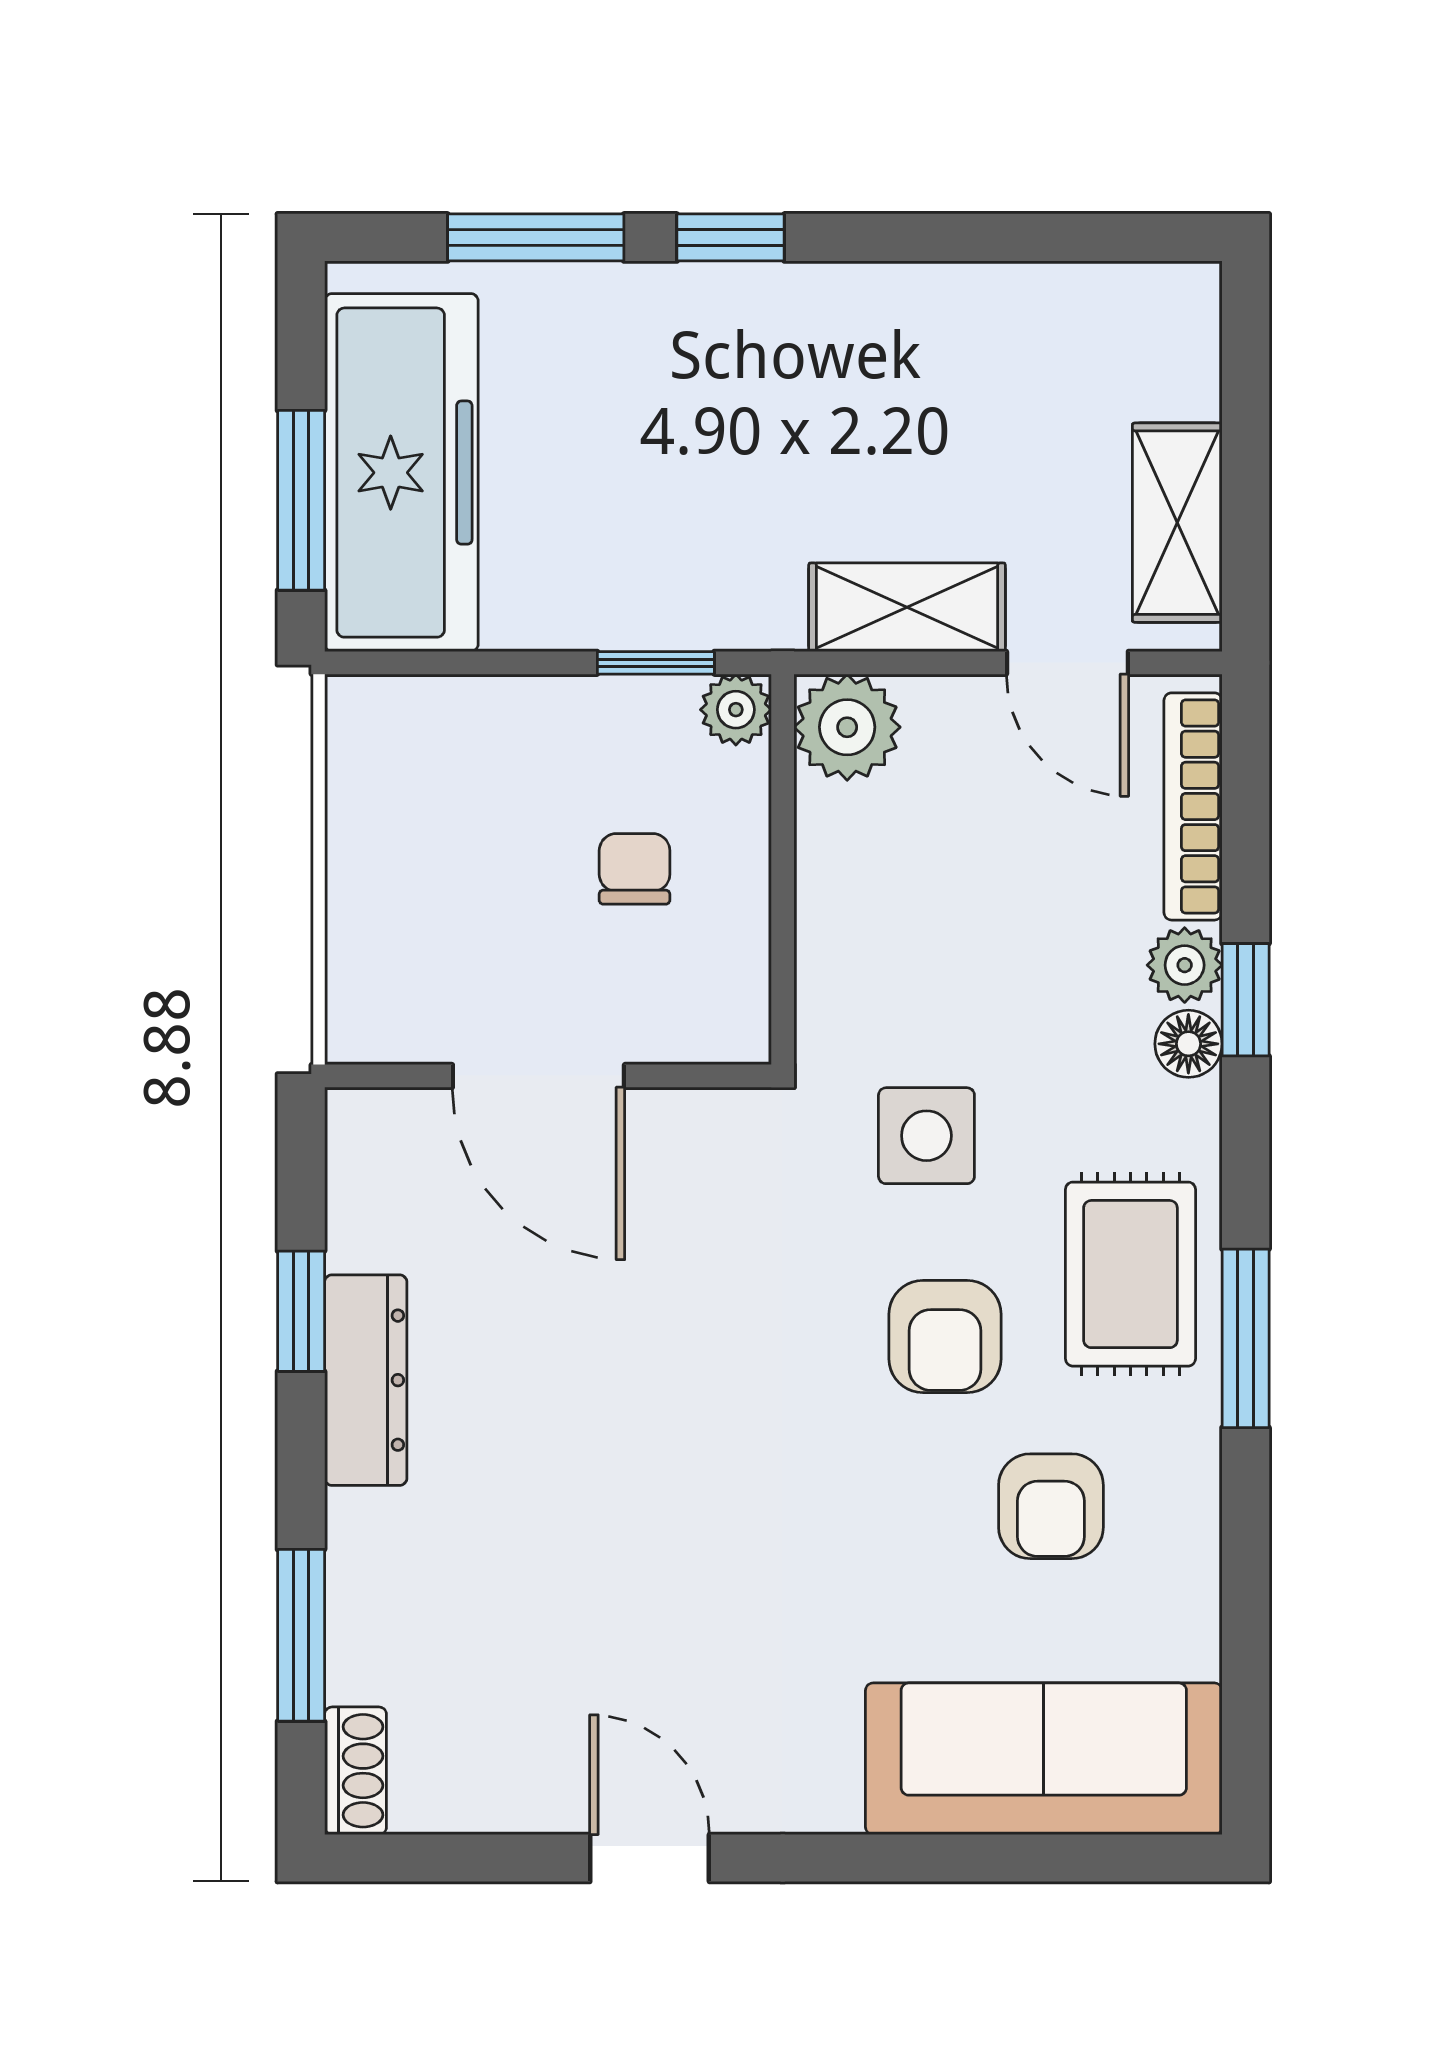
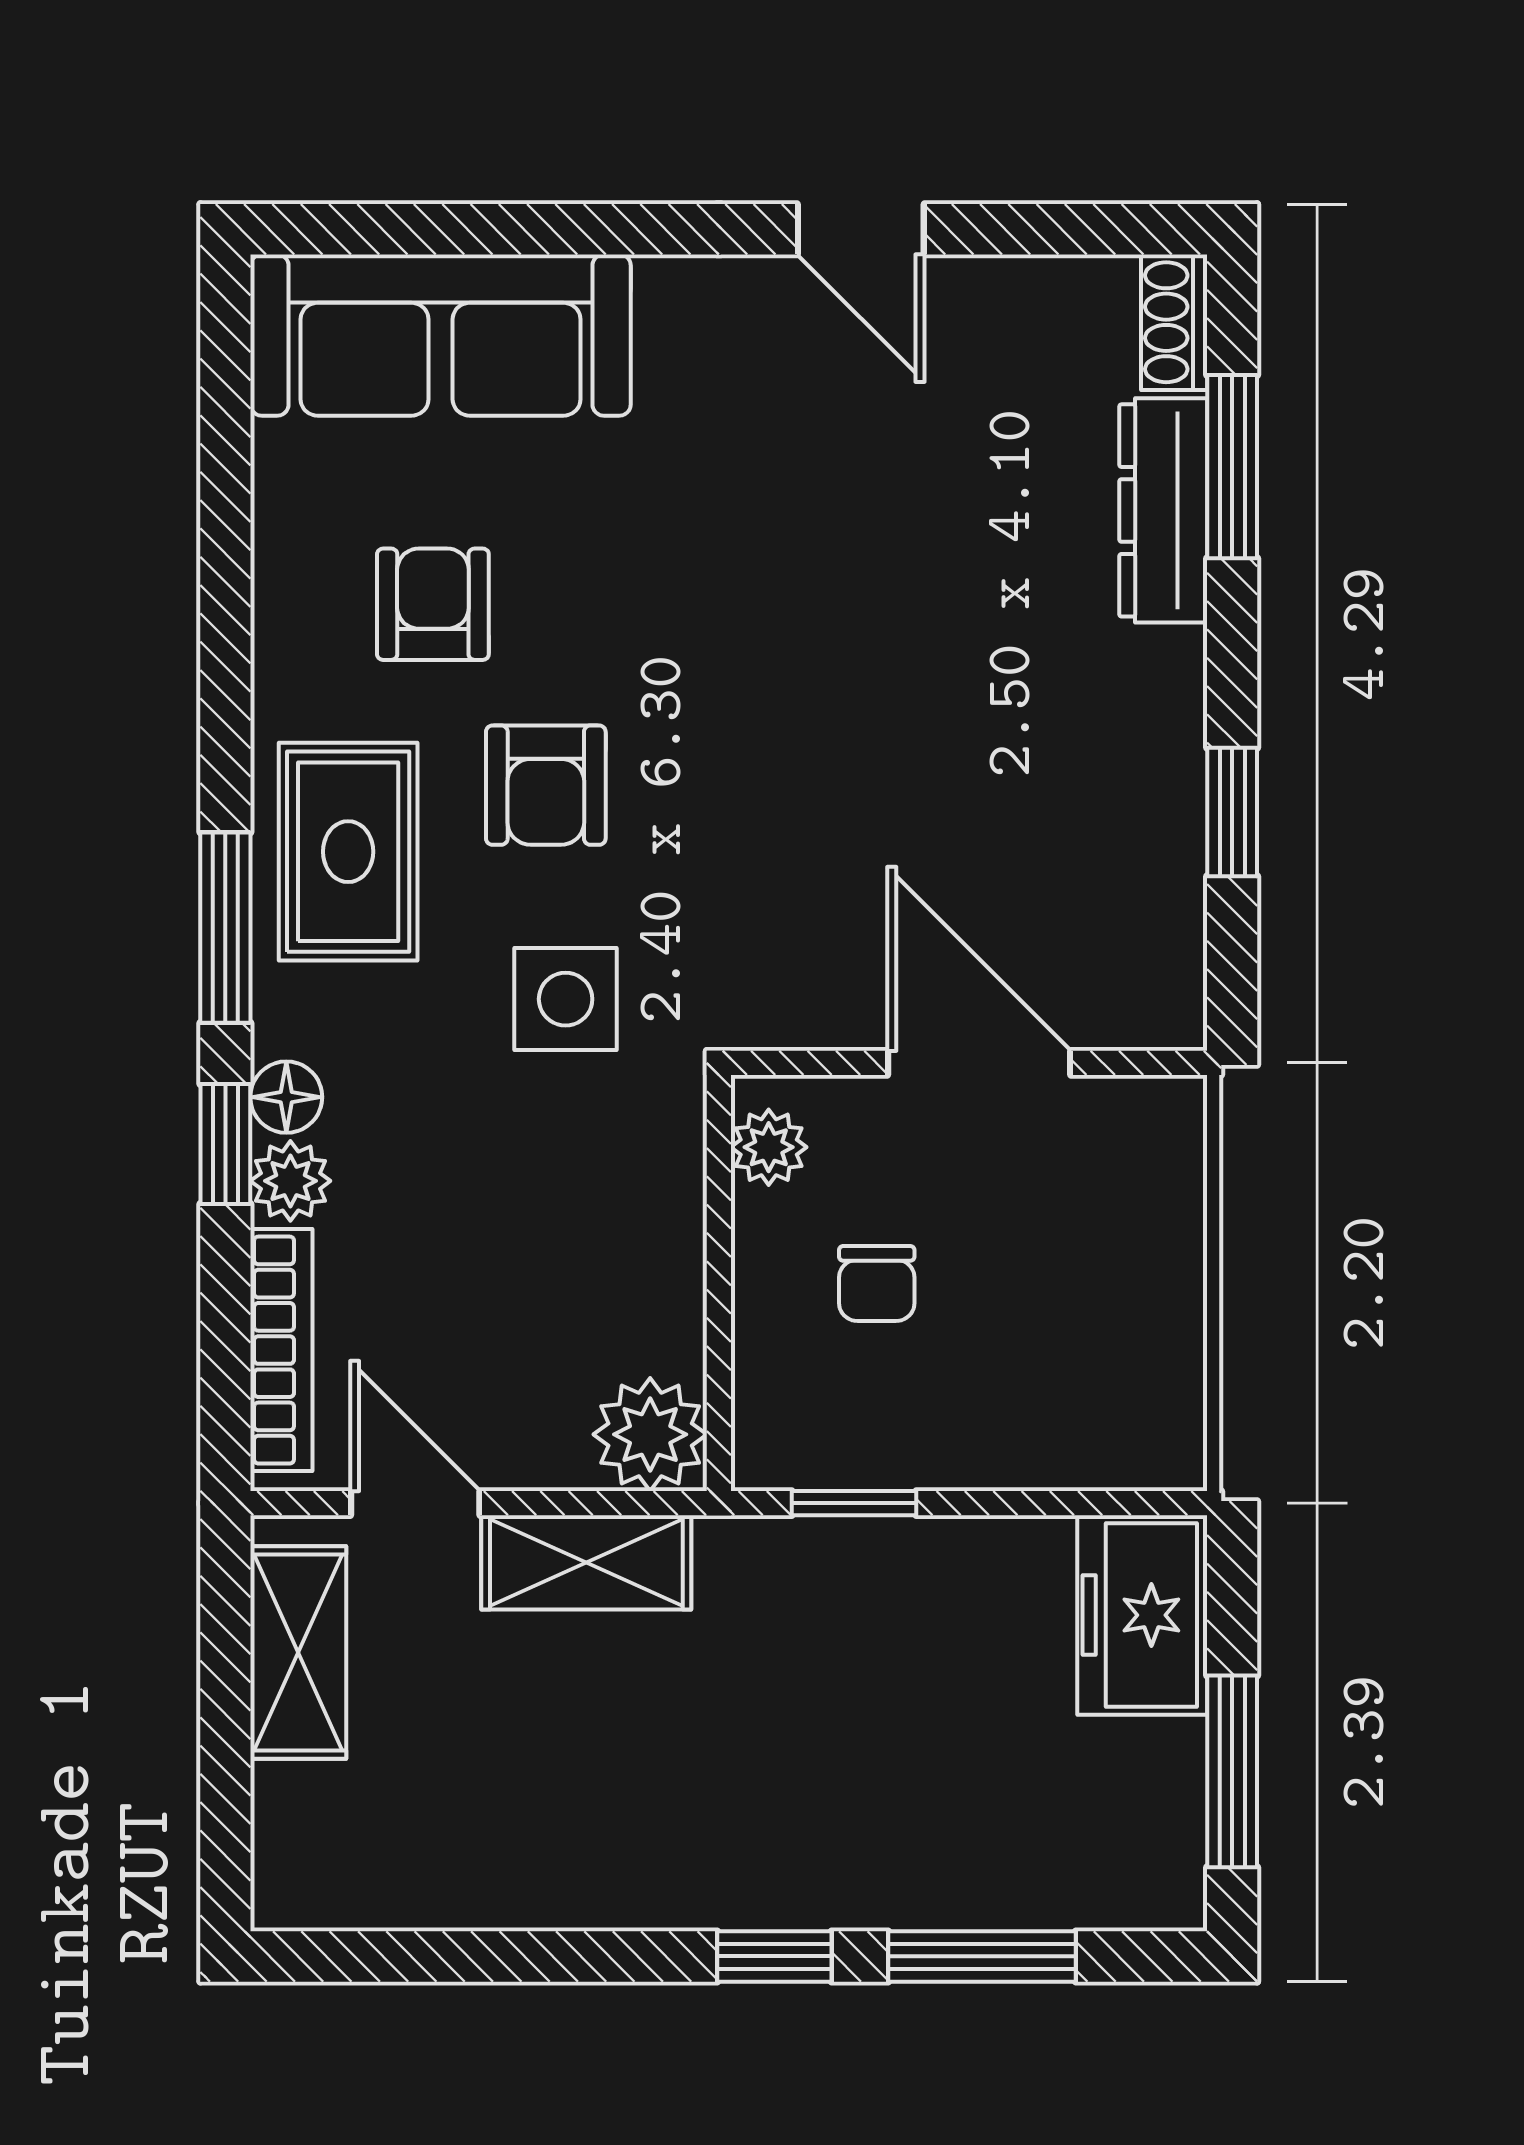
freezer: (401, 473) -> (1142, 1615), width x0.52, depth x0.79
window: (301, 500) -> (1232, 1771), moved
plant: (736, 710) -> (769, 1147), moved
armchair: (945, 1336) -> (546, 785), turned 180
window: (1246, 1338) -> (225, 928), moved
dresser: (366, 1380) -> (1163, 510), moved

